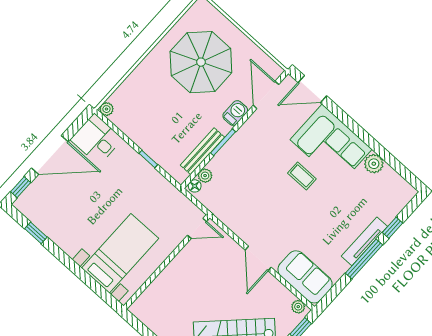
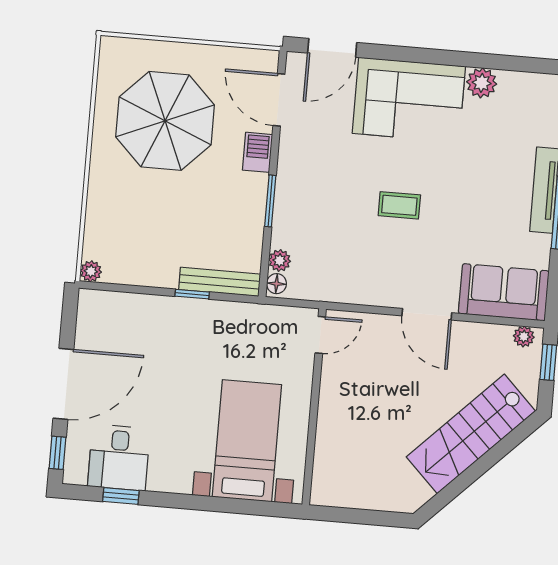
desk: (96, 139) -> (119, 457), moved, turned -90
bench: (202, 151) -> (220, 282), moved, turned 90
coffee table: (302, 176) -> (399, 205), moved

